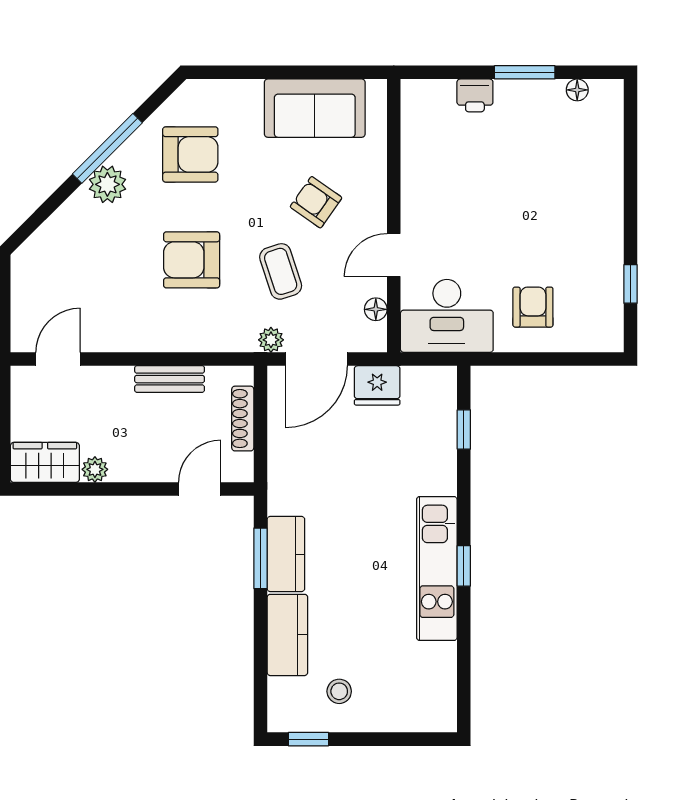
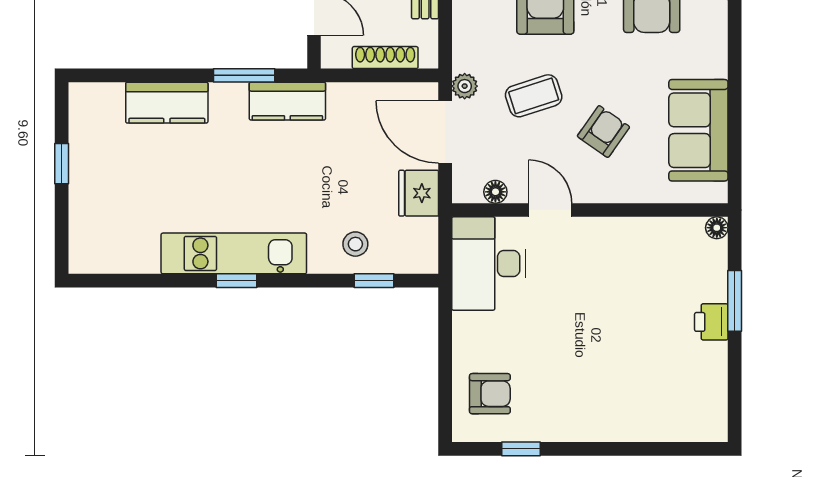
window: (525, 72) -> (735, 301), moved
floor lamp: (577, 90) -> (717, 228), moved
printer: (475, 95) -> (711, 322), moved
armchair: (533, 307) -> (490, 394), moved
kitchen counter: (286, 554) -> (287, 101), moved
stool: (339, 691) -> (355, 244), moved
window: (308, 739) -> (62, 164), moved

